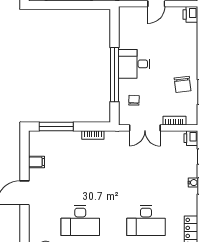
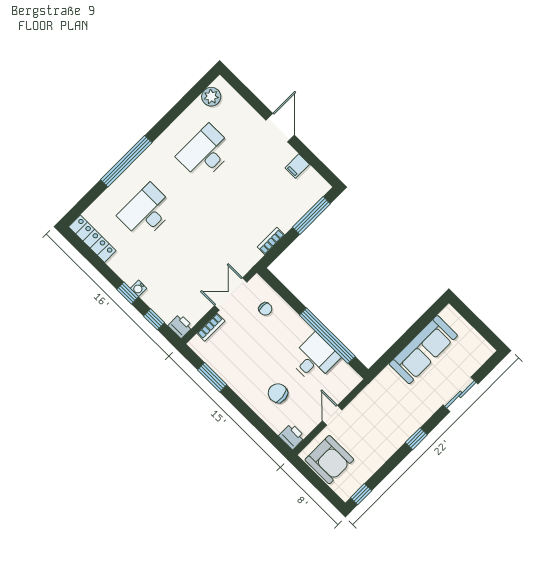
desk: (134, 64) -> (314, 358), moved
window: (114, 75) -> (327, 336), moved
chair: (183, 84) -> (278, 393), moved

